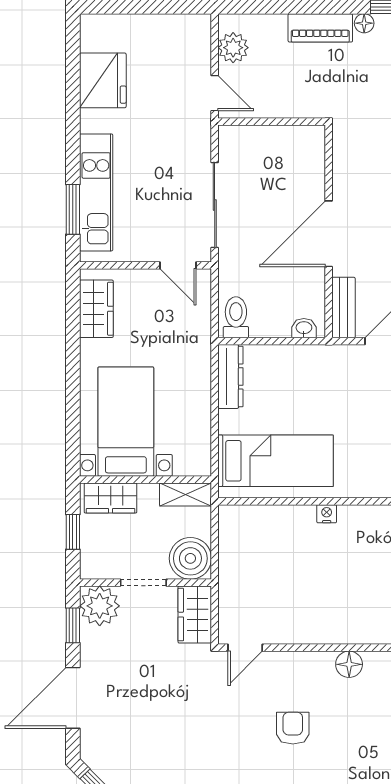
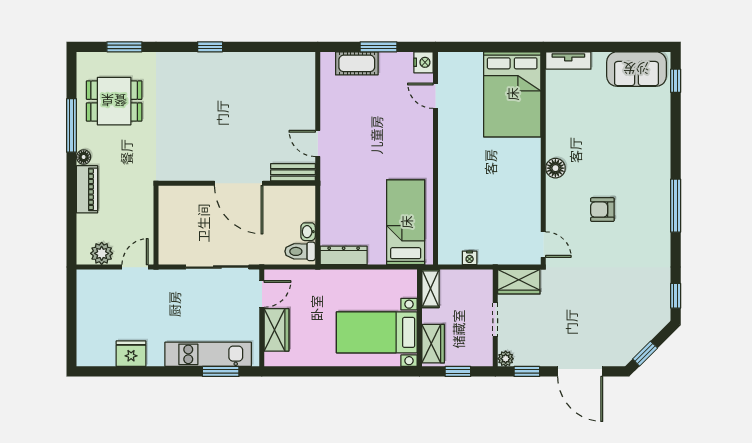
fridge: (103, 80) -> (131, 354), width x0.73, depth x0.75
wardrobe: (96, 309) -> (276, 330), moved, turned 90
washbasin: (304, 328) -> (308, 232), moved
nightstand: (327, 514) -> (470, 258), moved, turned -90
boiler: (190, 558) -> (478, 285), removed
plant: (100, 606) -> (506, 359), width x0.53, depth x0.53

